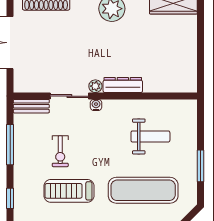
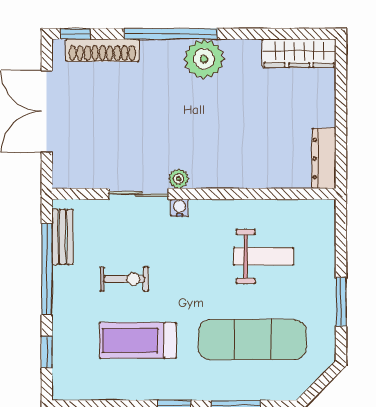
dresser: (123, 85) -> (324, 158), moved, turned -90
bench: (31, 106) -> (62, 237), moved, turned 90
window: (10, 145) -> (47, 269), width x1.46
exercise bike: (60, 151) -> (124, 279), turned -90

